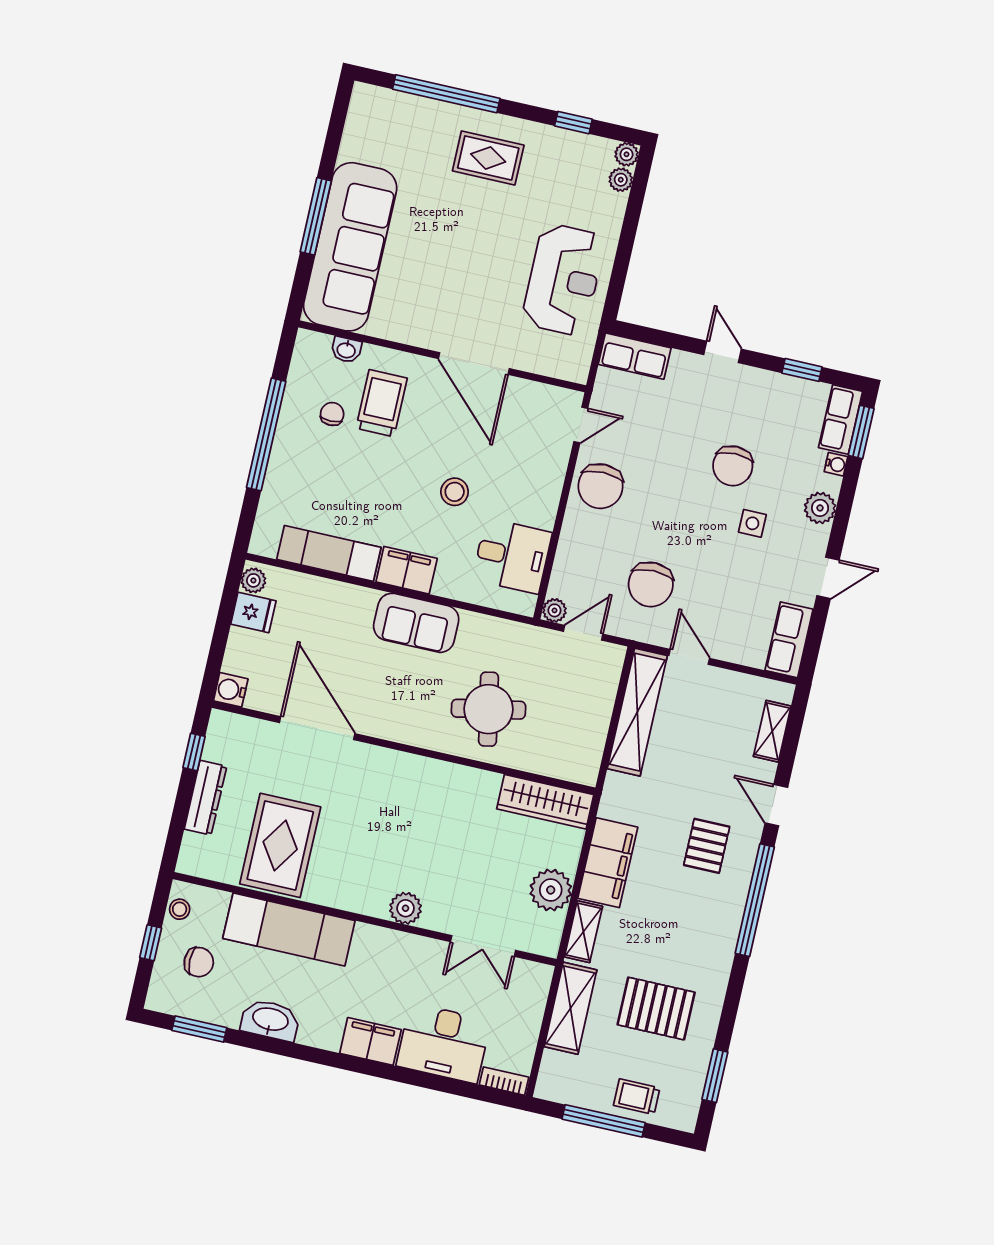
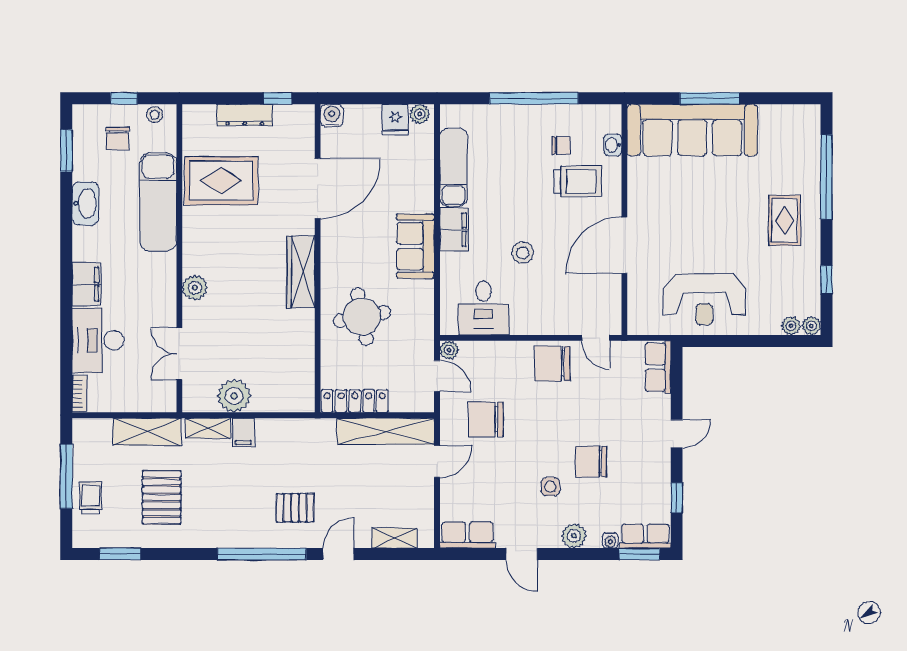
locker: (591, 742) -> (355, 401), added
wardrobe: (545, 802) -> (301, 272), moved
filing cabinet: (608, 863) -> (243, 432), width x0.33, depth x0.86

